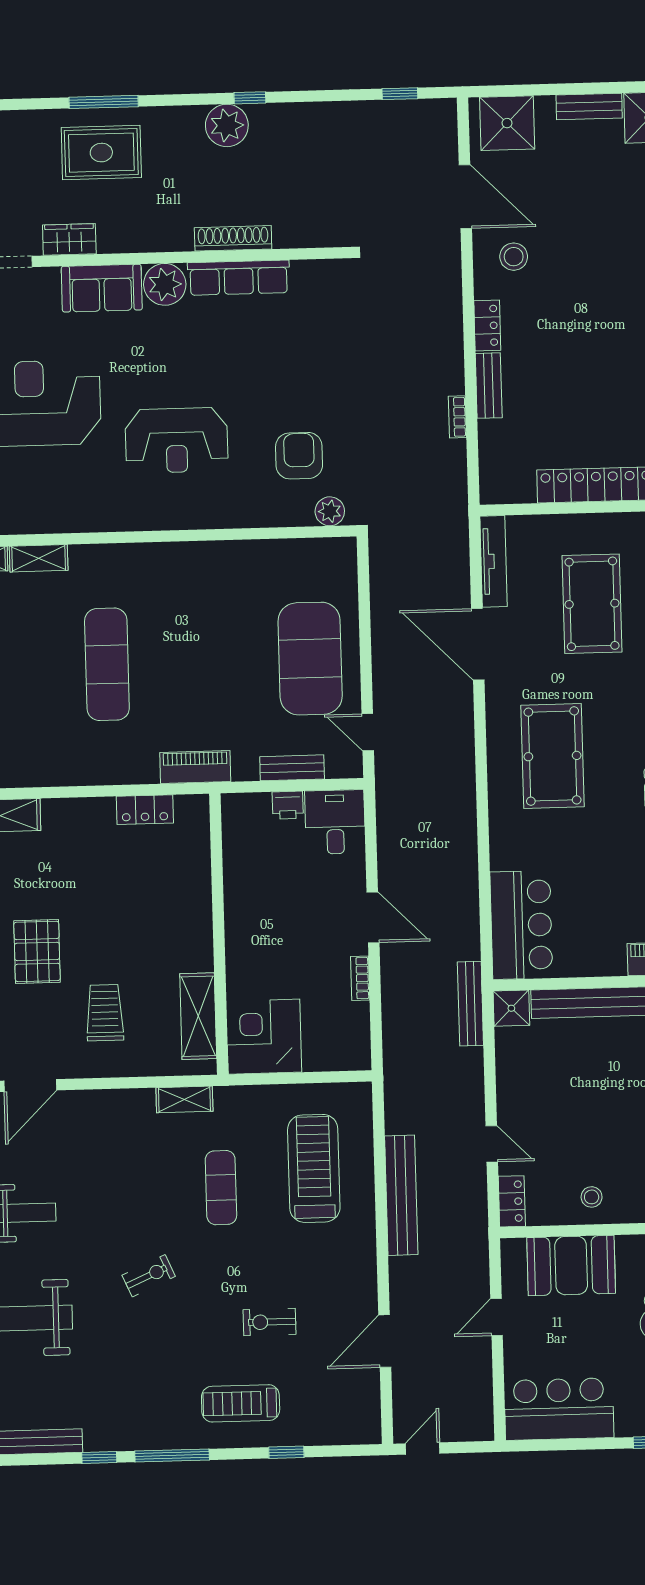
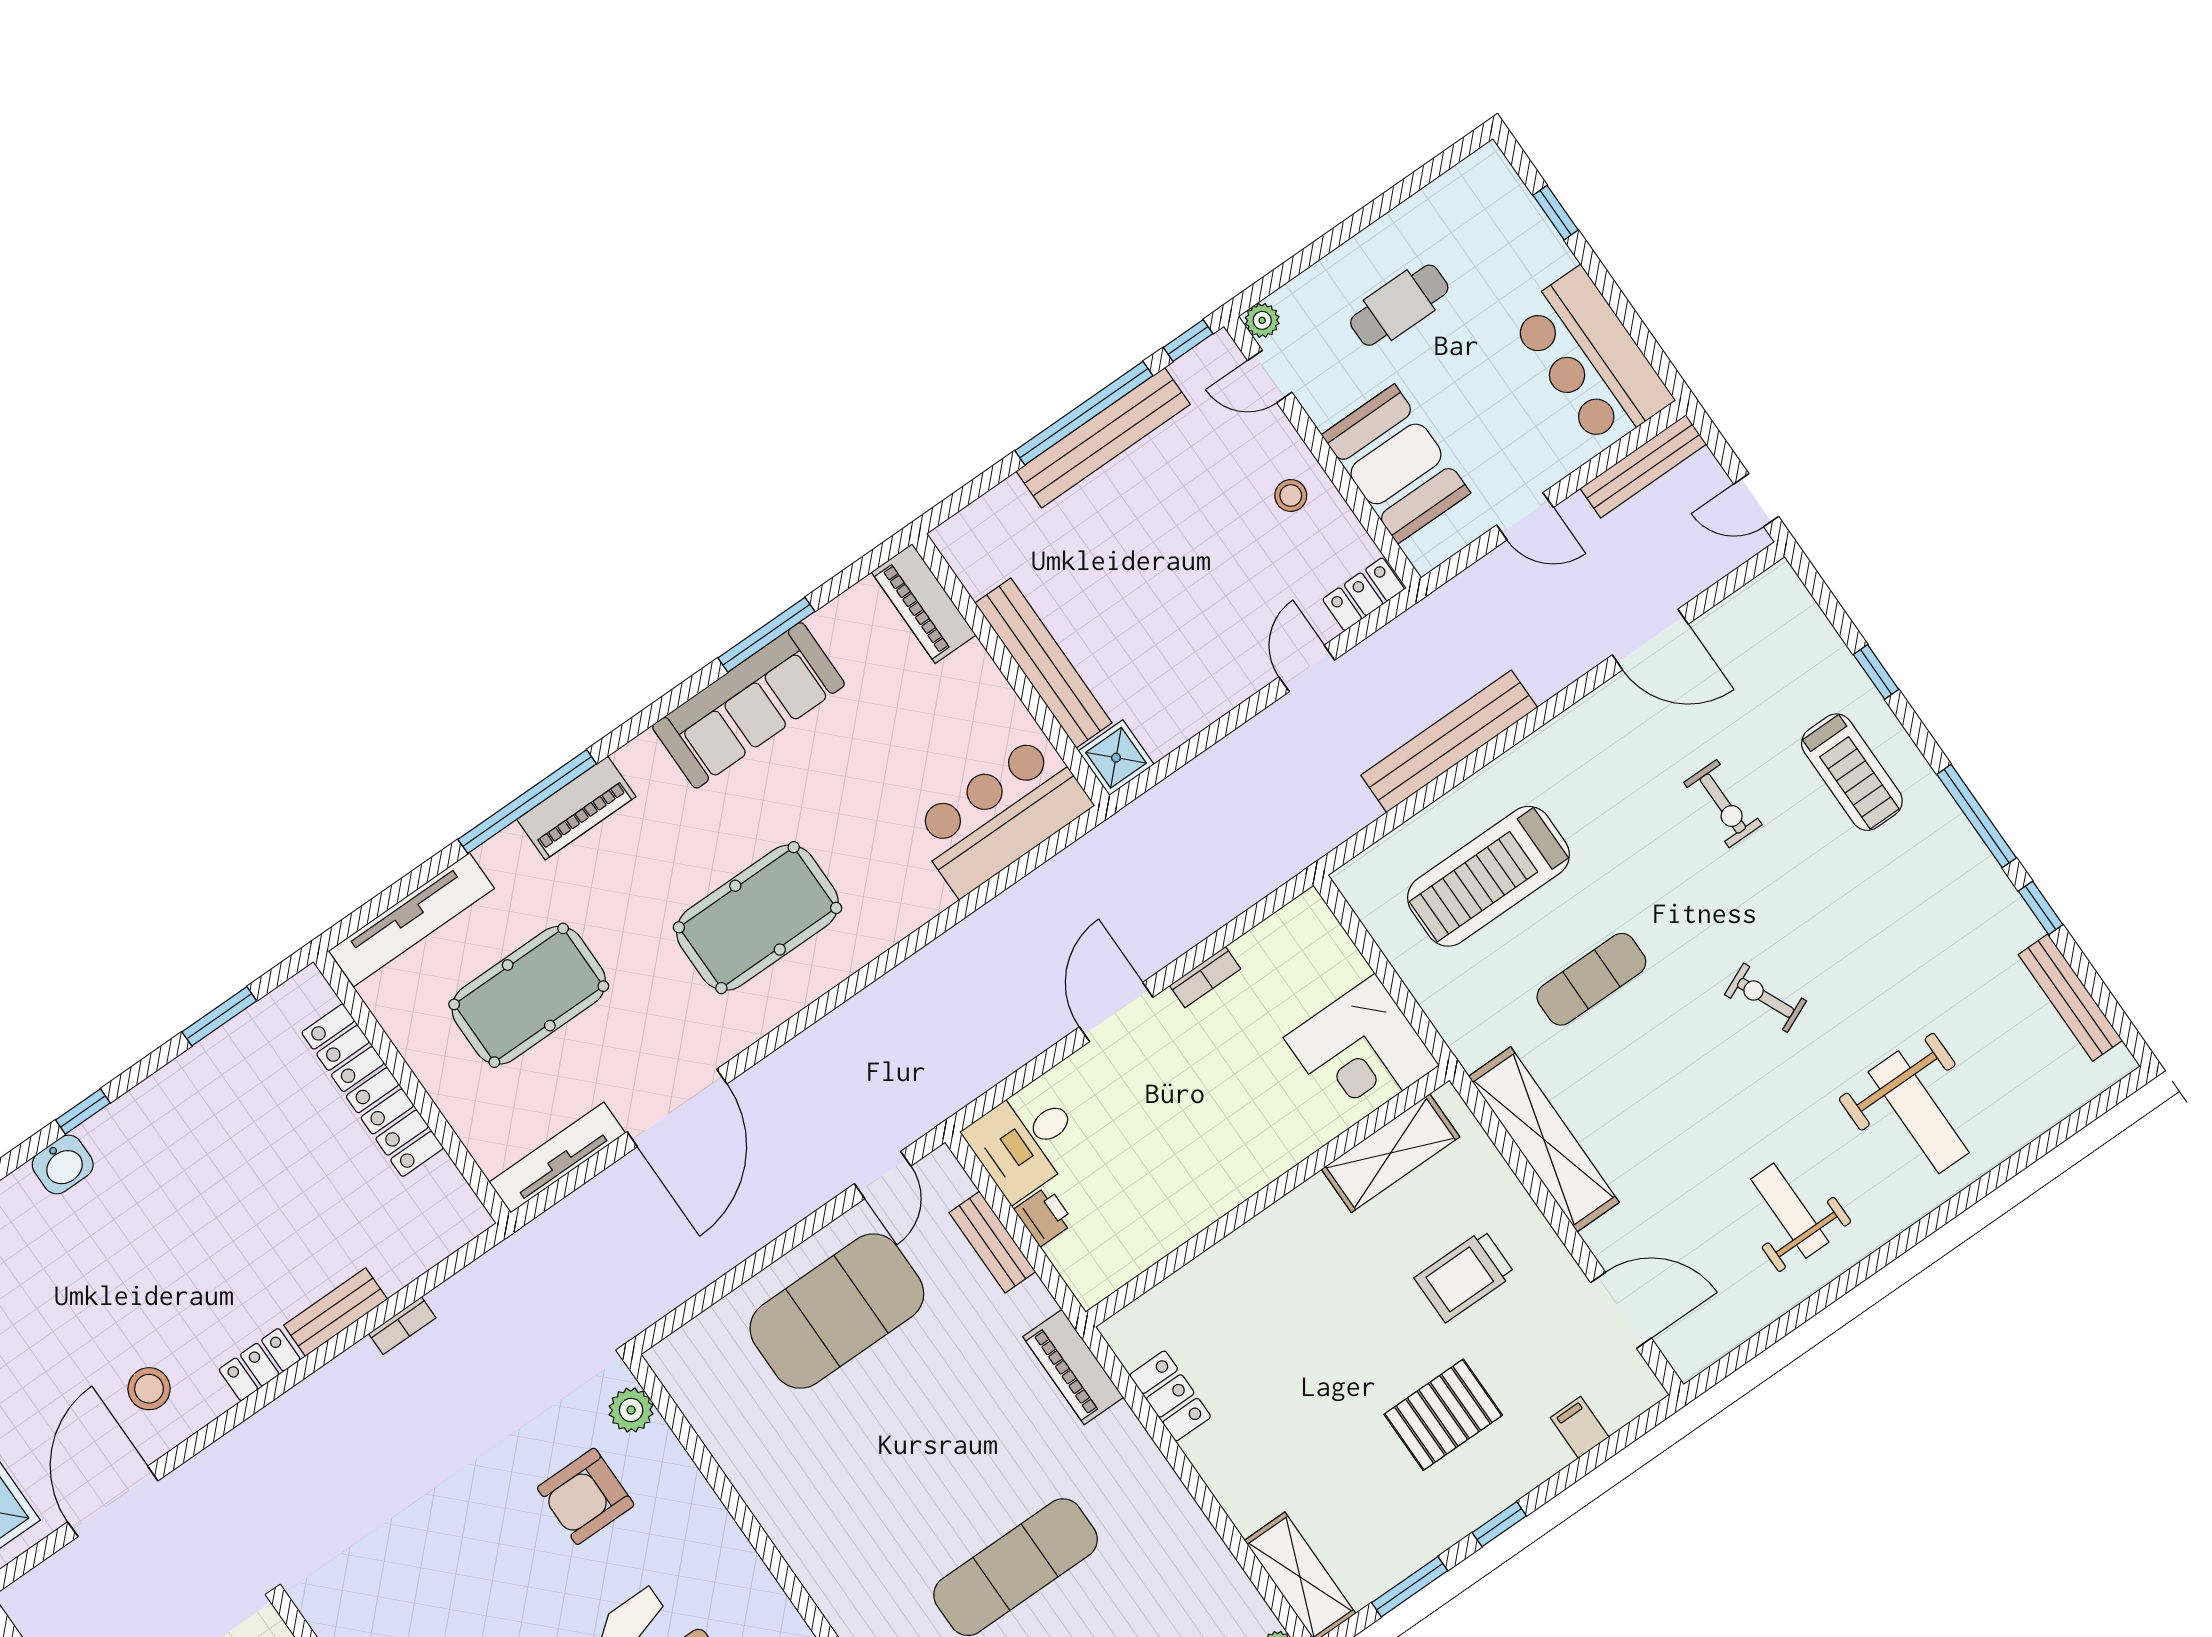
bench: (470, 1004) -> (1643, 466), moved
shelving: (184, 1099) -> (1544, 1139), width x2.20, depth x1.33

